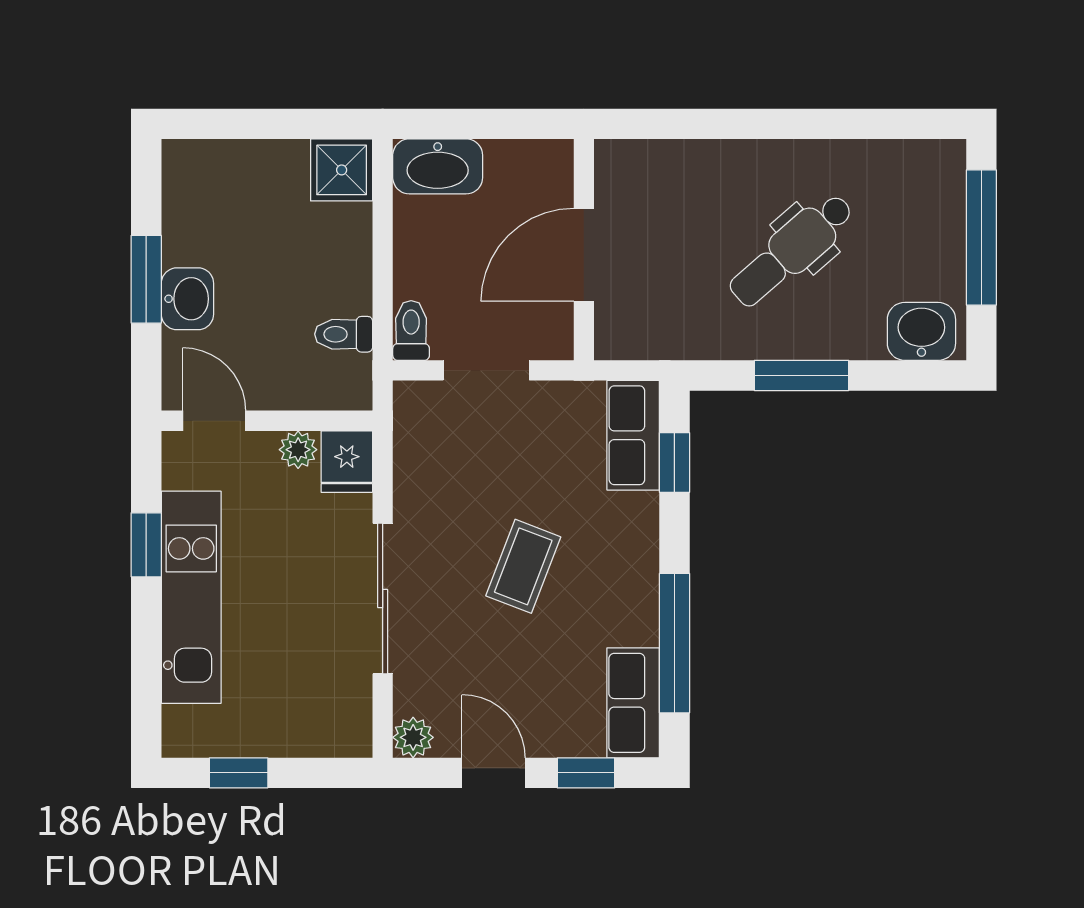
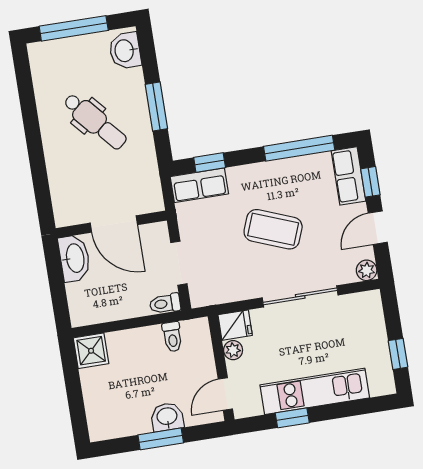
washbasin: (438, 166) -> (74, 258), moved
coffee table: (523, 566) -> (273, 229), width x1.36, depth x1.30
row of seats: (633, 703) -> (348, 176), moved, turned 90

